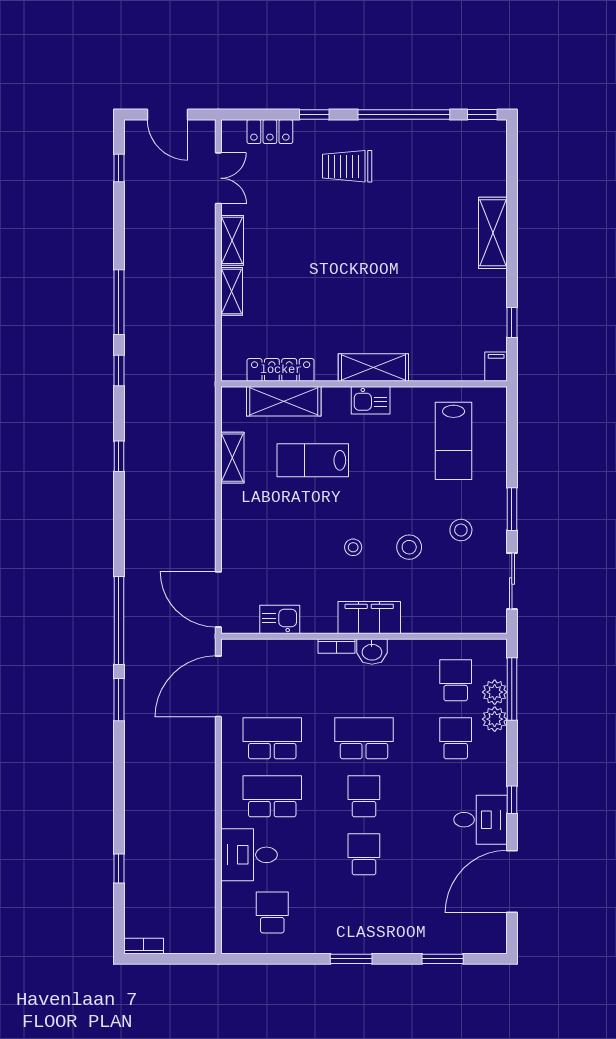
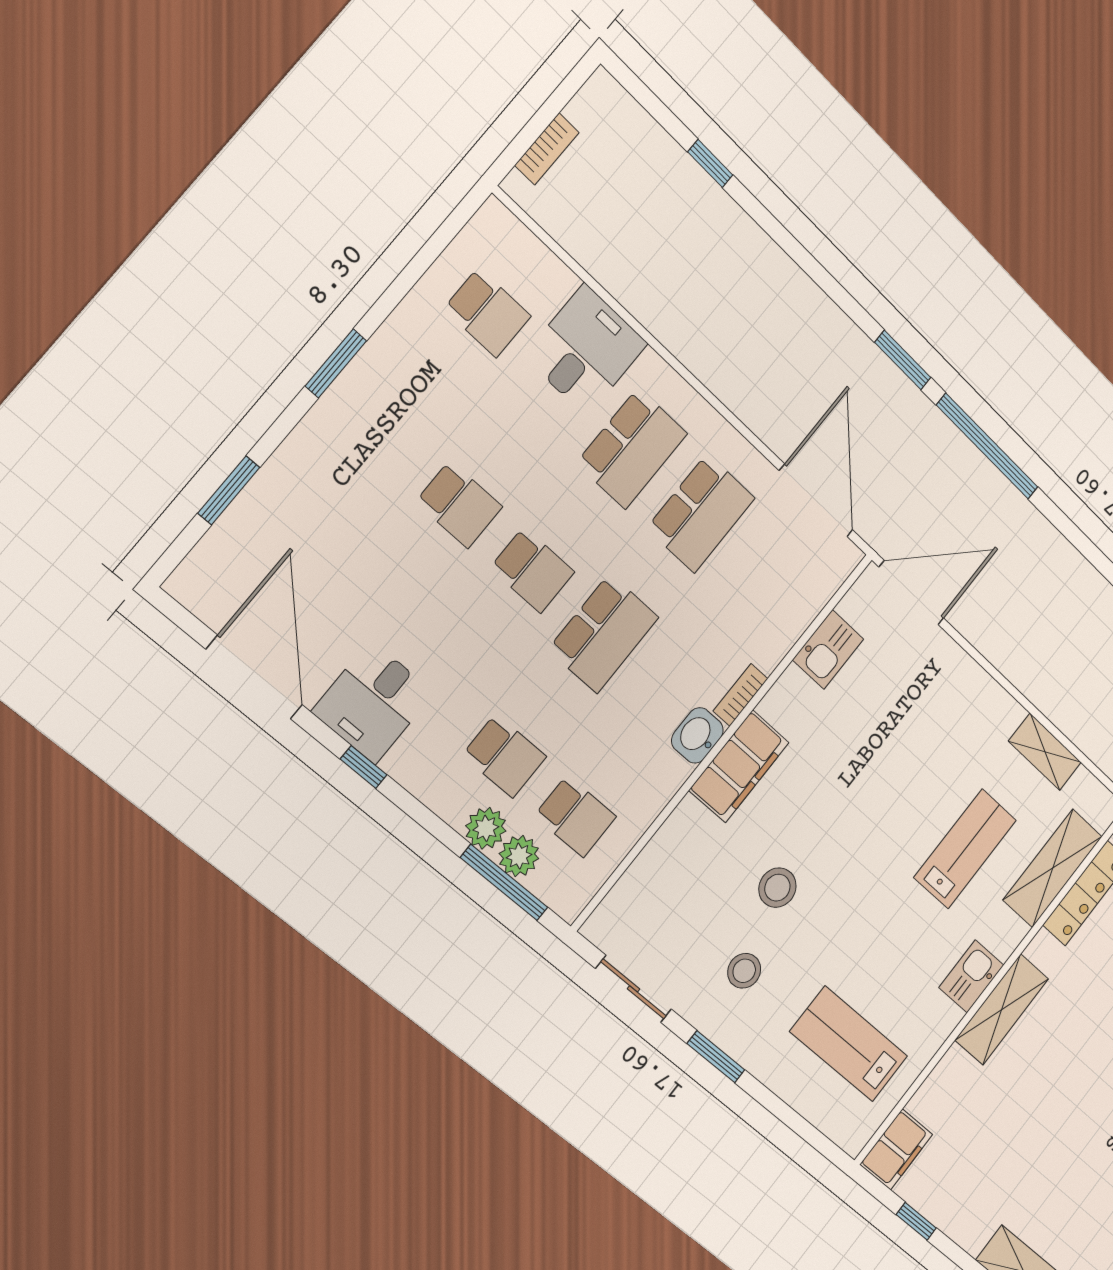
filing cabinet: (496, 367) -> (896, 1149), width x2.00
stool: (353, 547) -> (834, 816), removed
bookcase: (144, 946) -> (547, 149), moved

